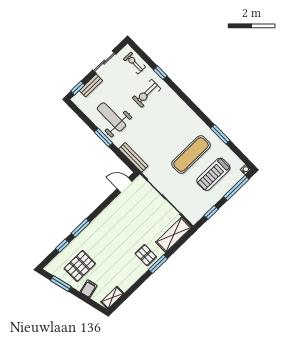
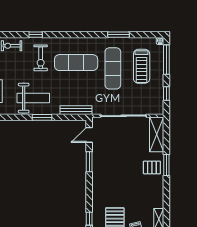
weight bench: (111, 117) -> (33, 98), turned 180
exercise mat: (169, 123) -> (76, 63), added
window: (81, 228) -> (89, 162), moved

